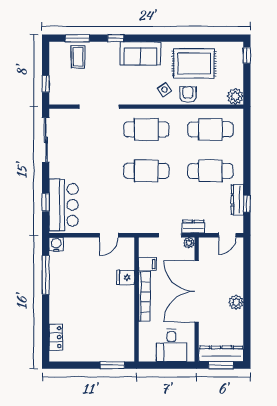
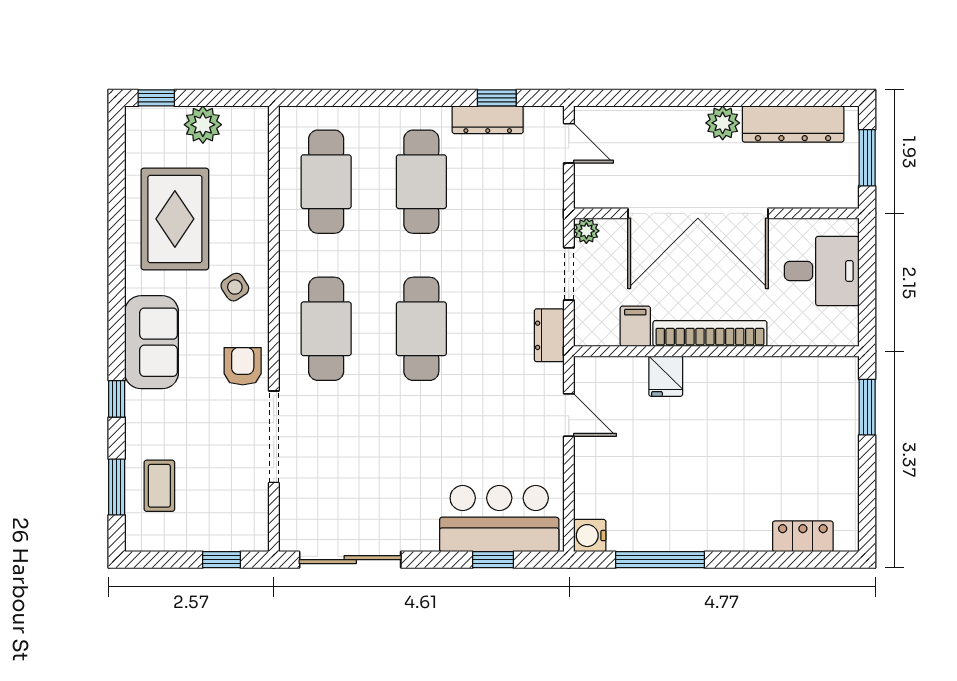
coffee table: (78, 57) -> (159, 486), turned 90
armchair: (188, 95) -> (243, 366), moved, turned 90
plant: (235, 96) -> (203, 125), moved
dresser: (193, 227) -> (549, 335), moved
dresser: (221, 354) -> (793, 124), moved, turned -90

